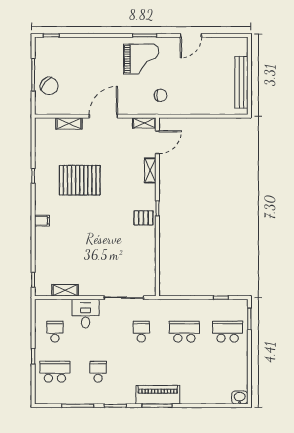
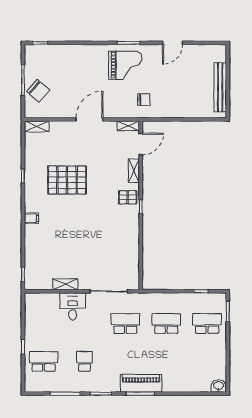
shelving: (69, 123) -> (37, 126), moved
pallet: (143, 218) -> (128, 197), moved
shelving: (65, 290) -> (65, 284), moved
school desk: (55, 332) -> (44, 323), removed
school desk: (141, 332) -> (125, 323), width x1.85

